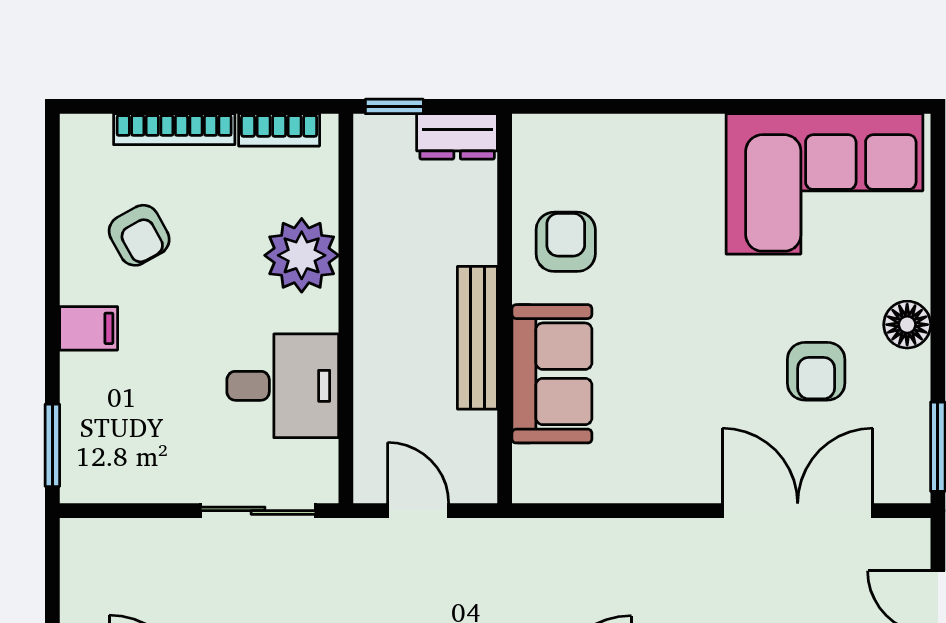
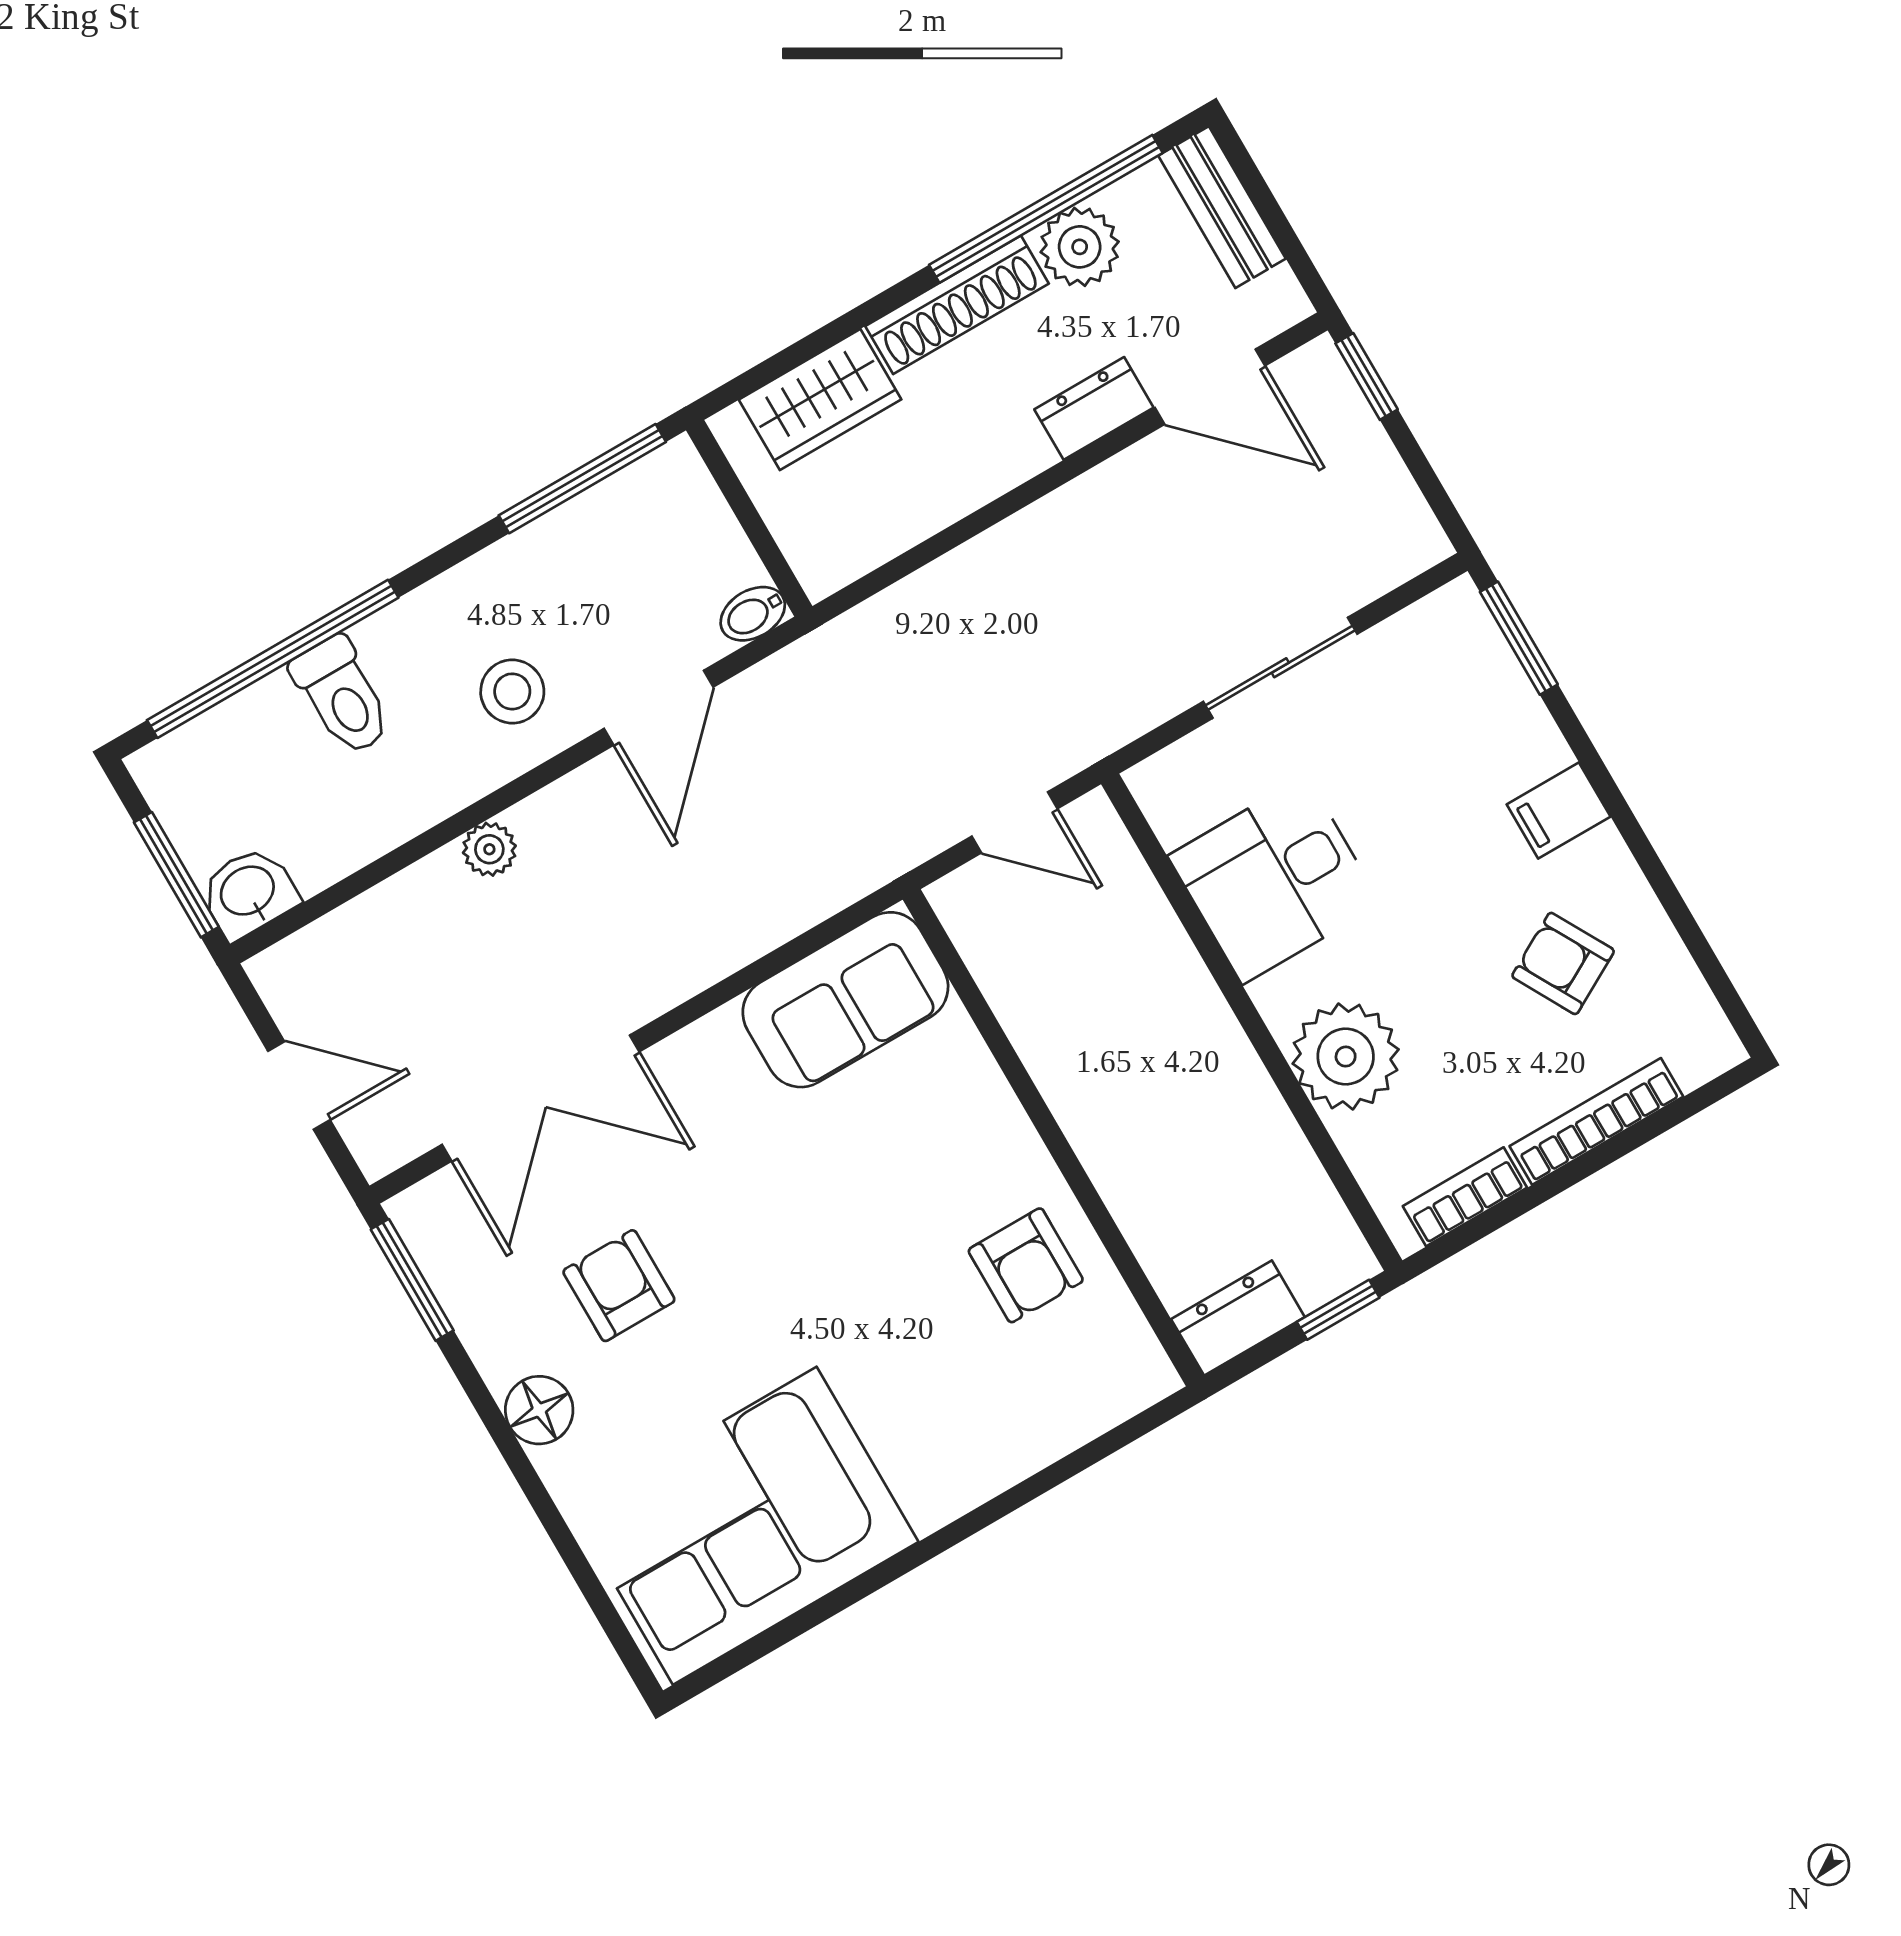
bench: (477, 338) -> (1066, 1081), removed
sofa: (552, 374) -> (845, 1000), moved, turned -90
sliding door: (258, 511) -> (1280, 668), moved

